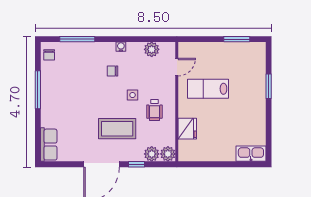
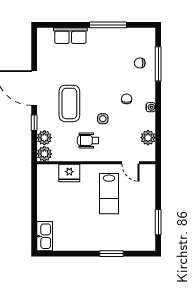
chair: (49, 55) -> (140, 63), moved
lab bench: (208, 89) -> (109, 194), turned 180
row of seats: (49, 145) -> (70, 36), moved

